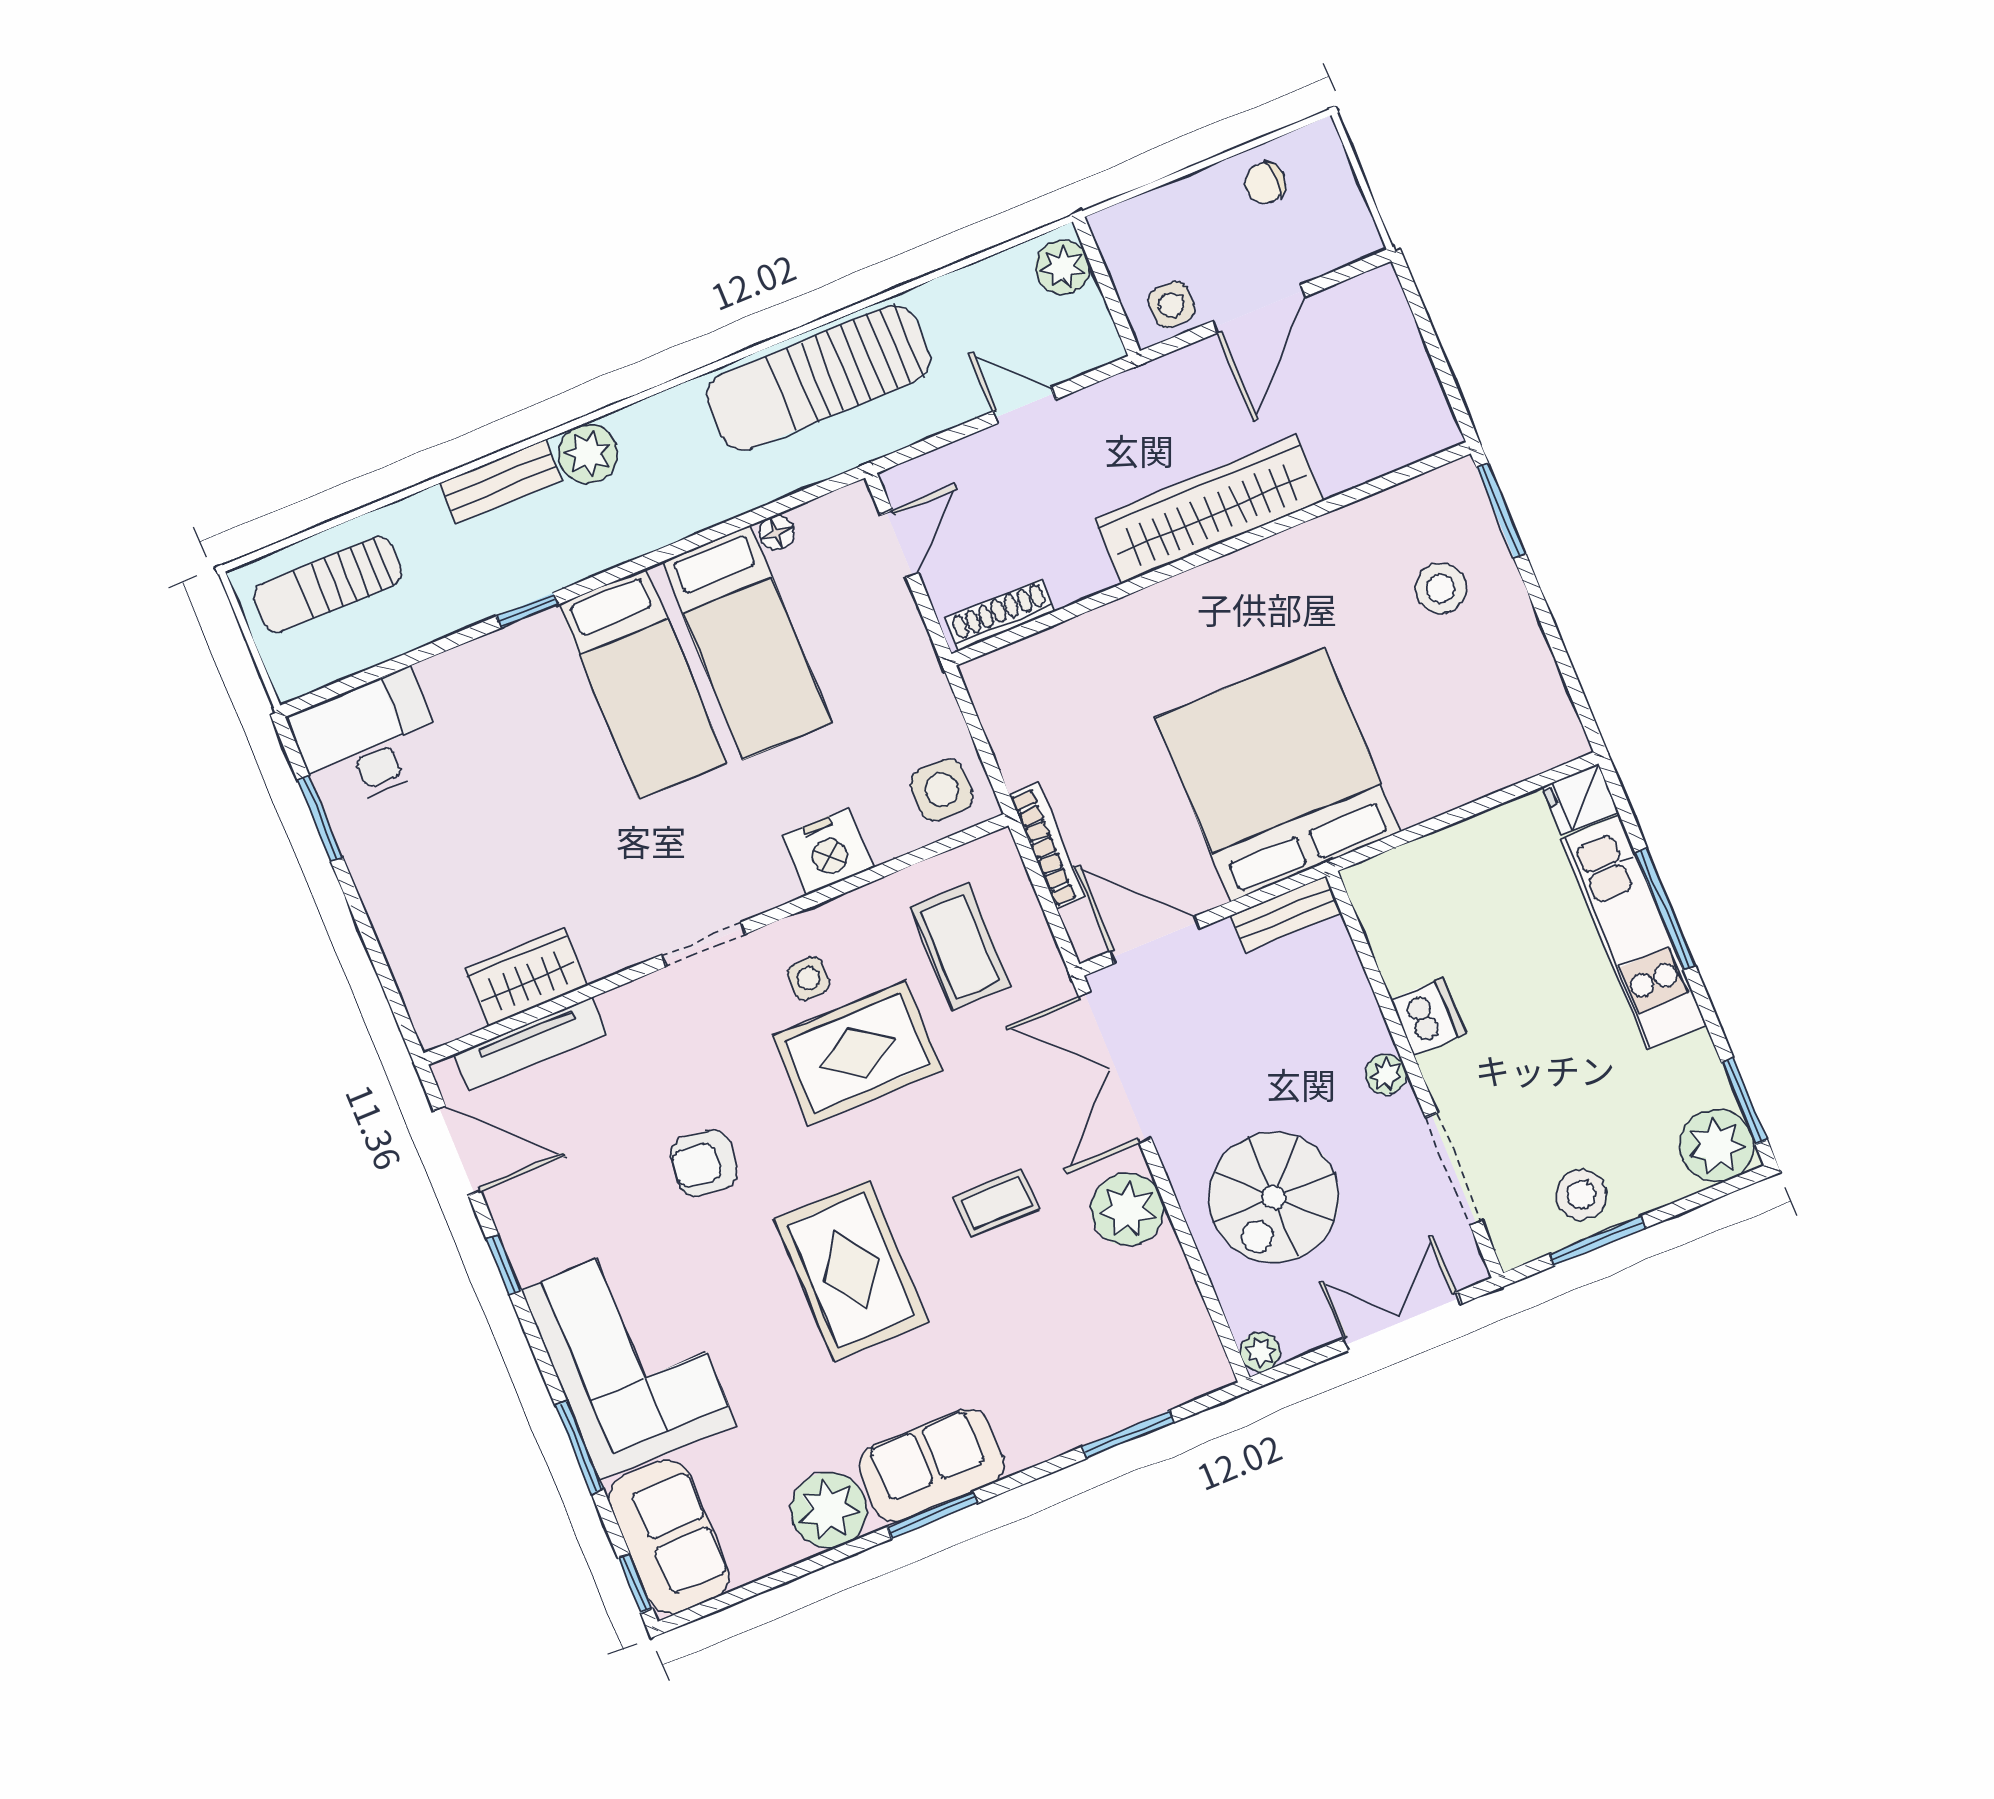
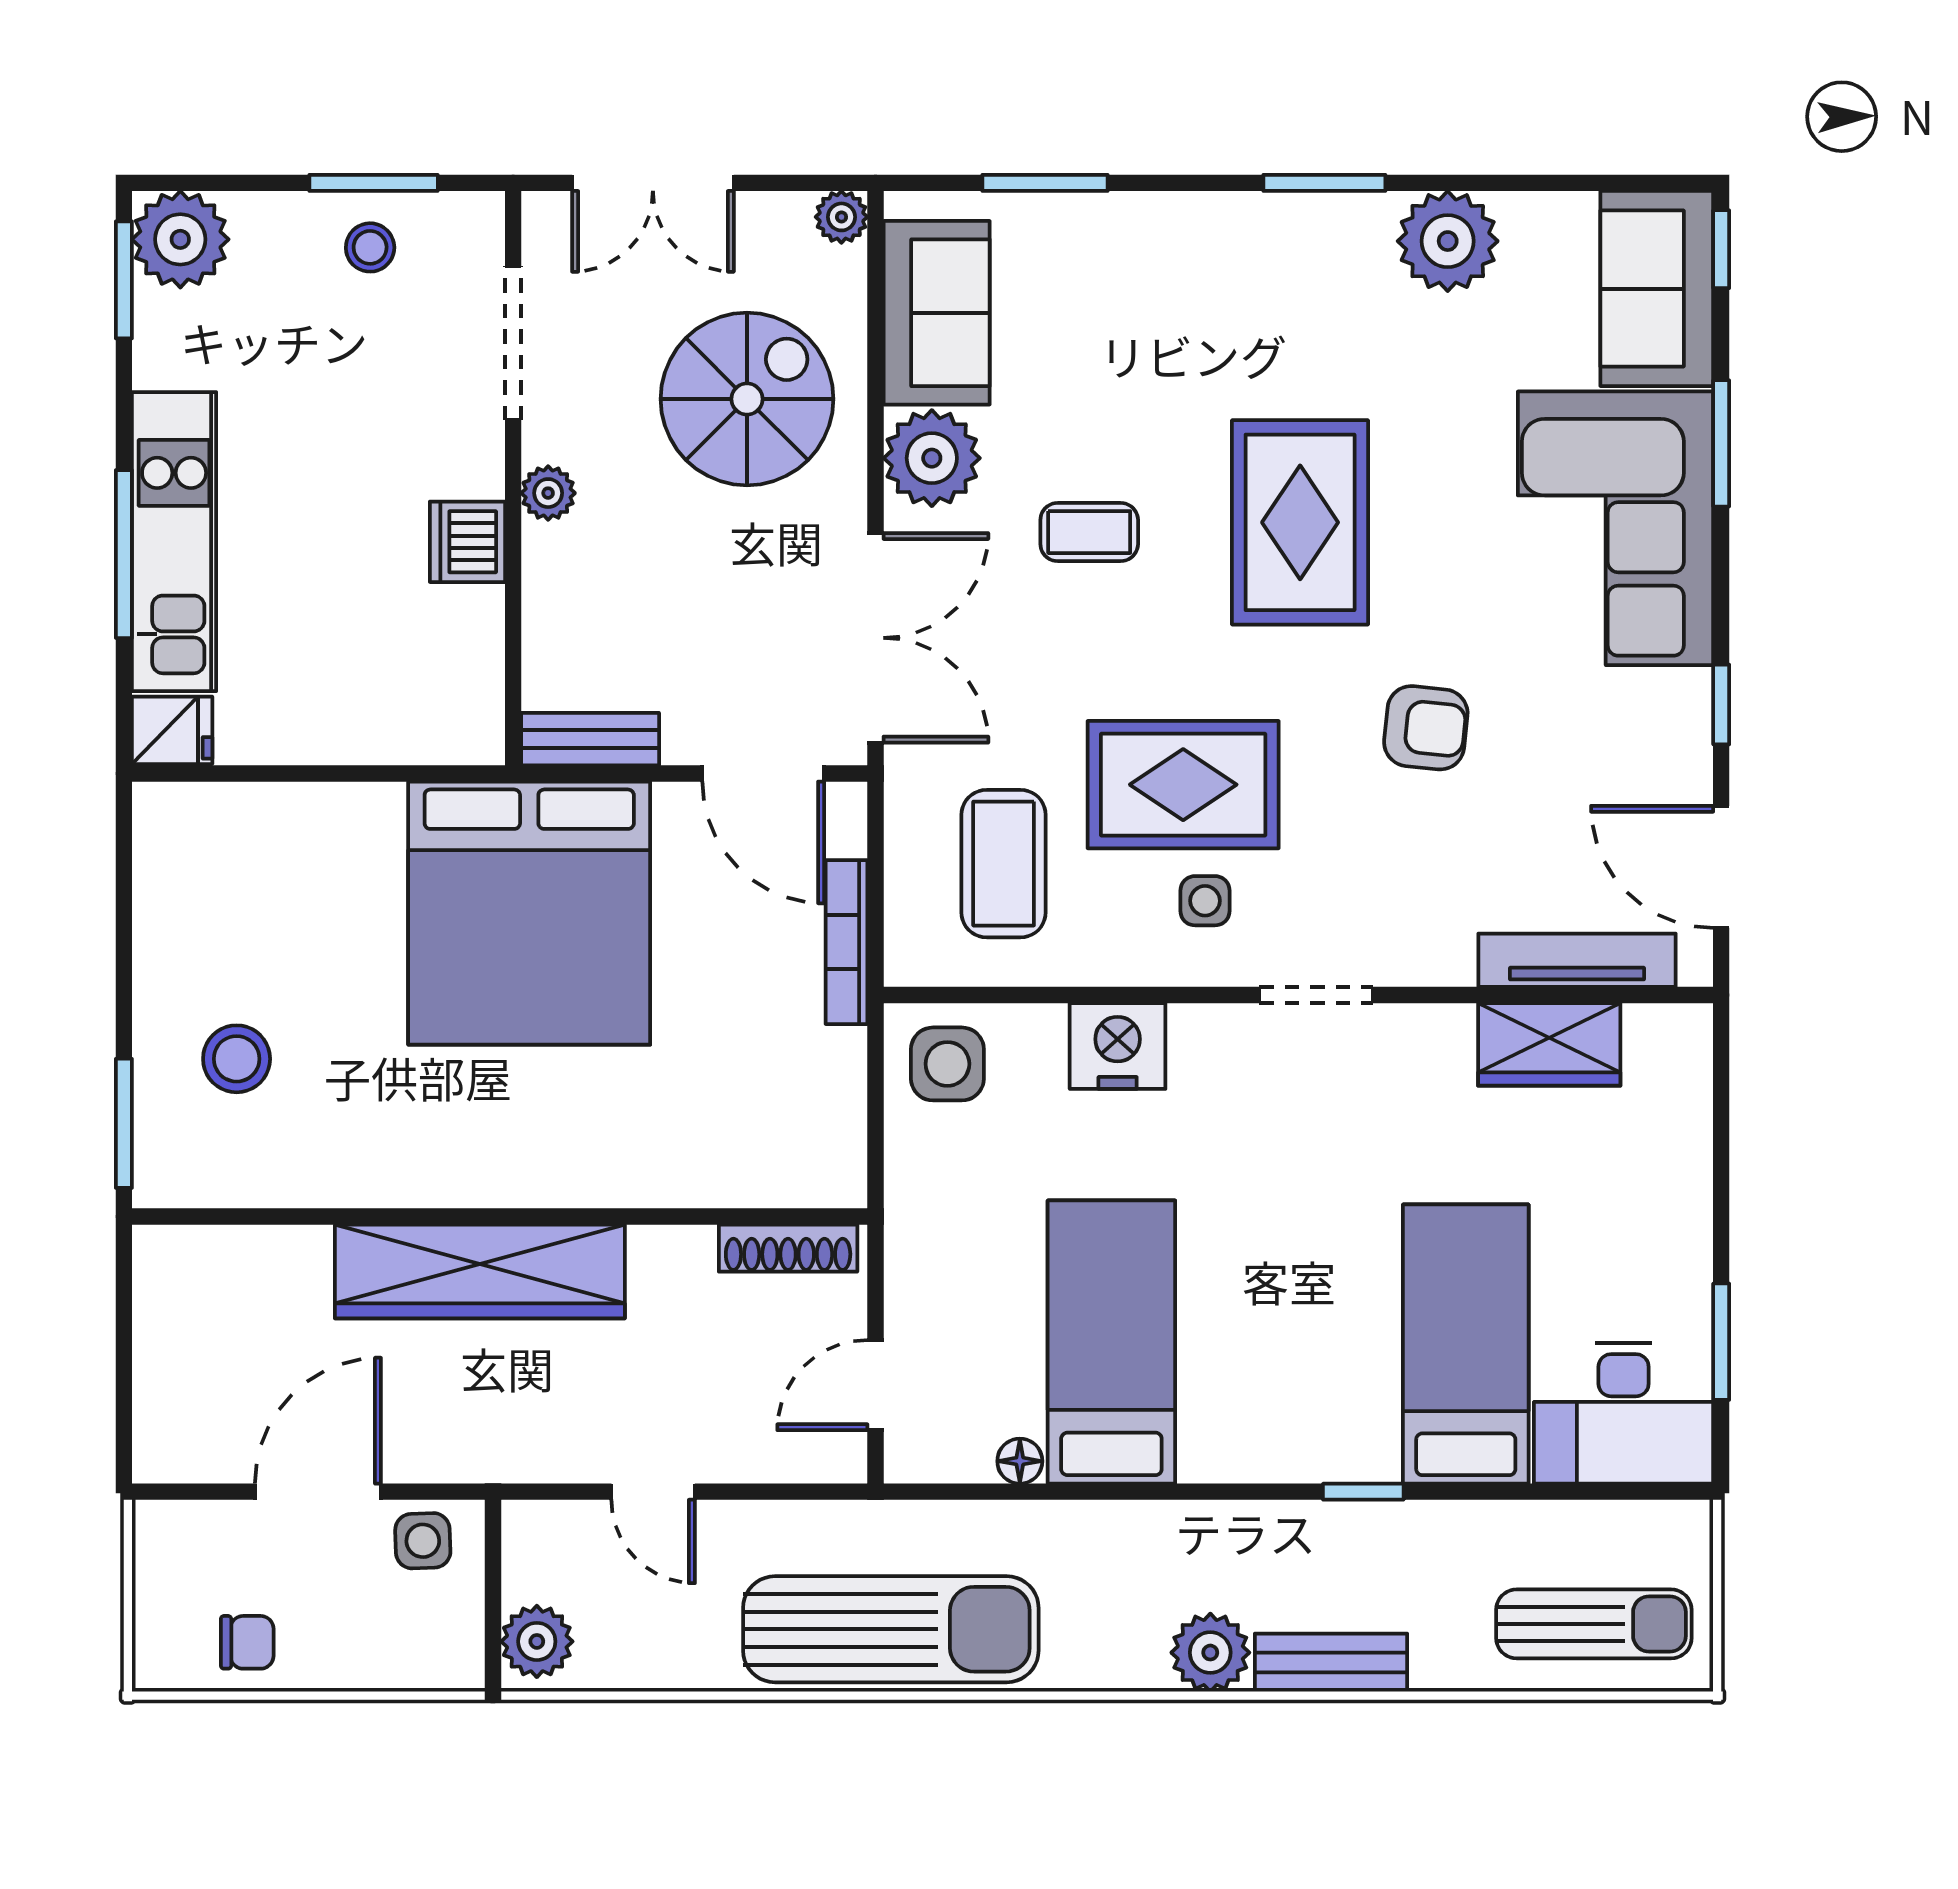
bed: (643, 684) -> (1466, 1344), moved
stool: (1581, 1195) -> (370, 247), width x0.73, depth x0.73
sofa: (931, 1465) -> (937, 313), moved, turned -90

